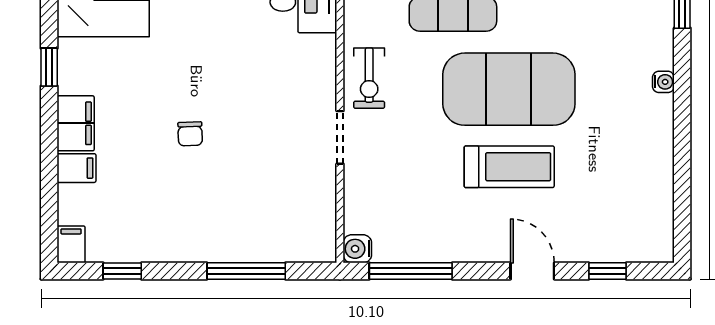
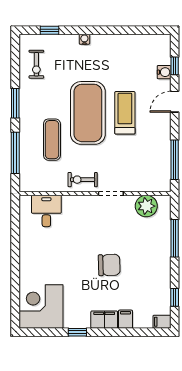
exercise bike: (369, 78) -> (83, 180), turned 180
chair: (190, 134) -> (109, 265), width x1.87, depth x1.87
plant: (314, 212) -> (146, 206), added
water cooler: (357, 249) -> (164, 72), moved, turned -90

